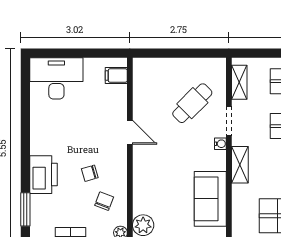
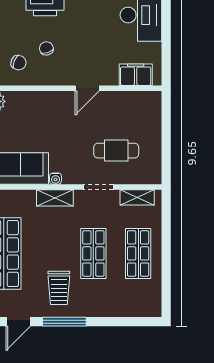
filing cabinet: (116, 76) -> (136, 75), width x2.00
cafe table: (192, 103) -> (116, 151), turned -45
water cooler: (220, 144) -> (56, 179), moved

